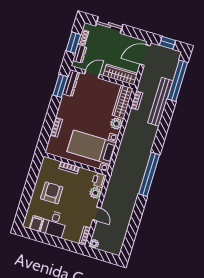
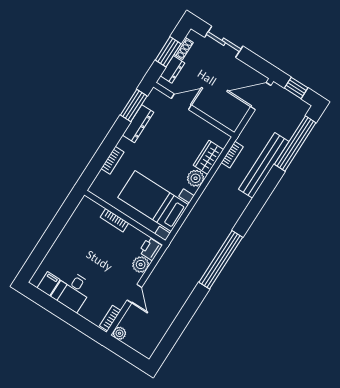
wardrobe: (120, 74) -> (220, 113), removed
dresser: (71, 83) -> (138, 124), moved
wardrobe: (123, 102) -> (208, 157), width x0.67
armchair: (52, 193) -> (81, 248), removed

